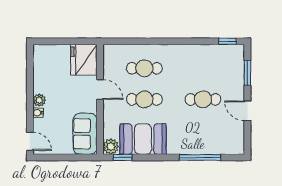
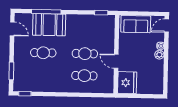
door: (247, 111) -> (12, 29), moved
sofa: (85, 134) -> (136, 24), moved, turned 90
booth: (143, 139) -> (49, 25), moved
door: (30, 141) -> (167, 26), hinge flipped
plant: (111, 147) -> (109, 21), removed

